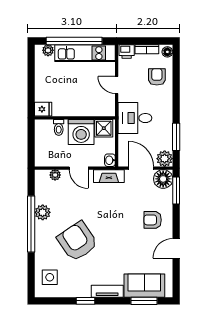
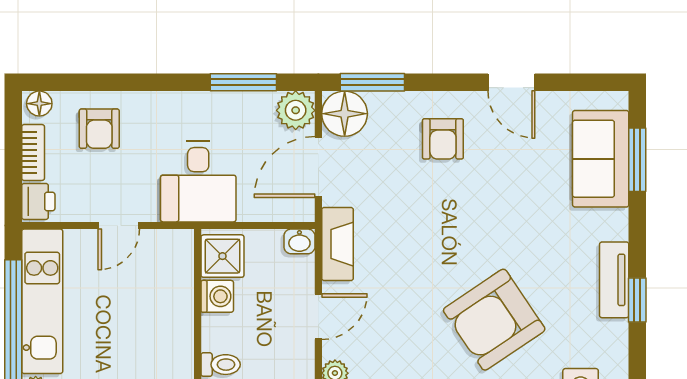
armchair: (157, 77) -> (99, 129), turned -90
washing machine: (81, 132) -> (217, 296), width x0.53, depth x0.53
tv unit: (107, 291) -> (614, 280), moved

